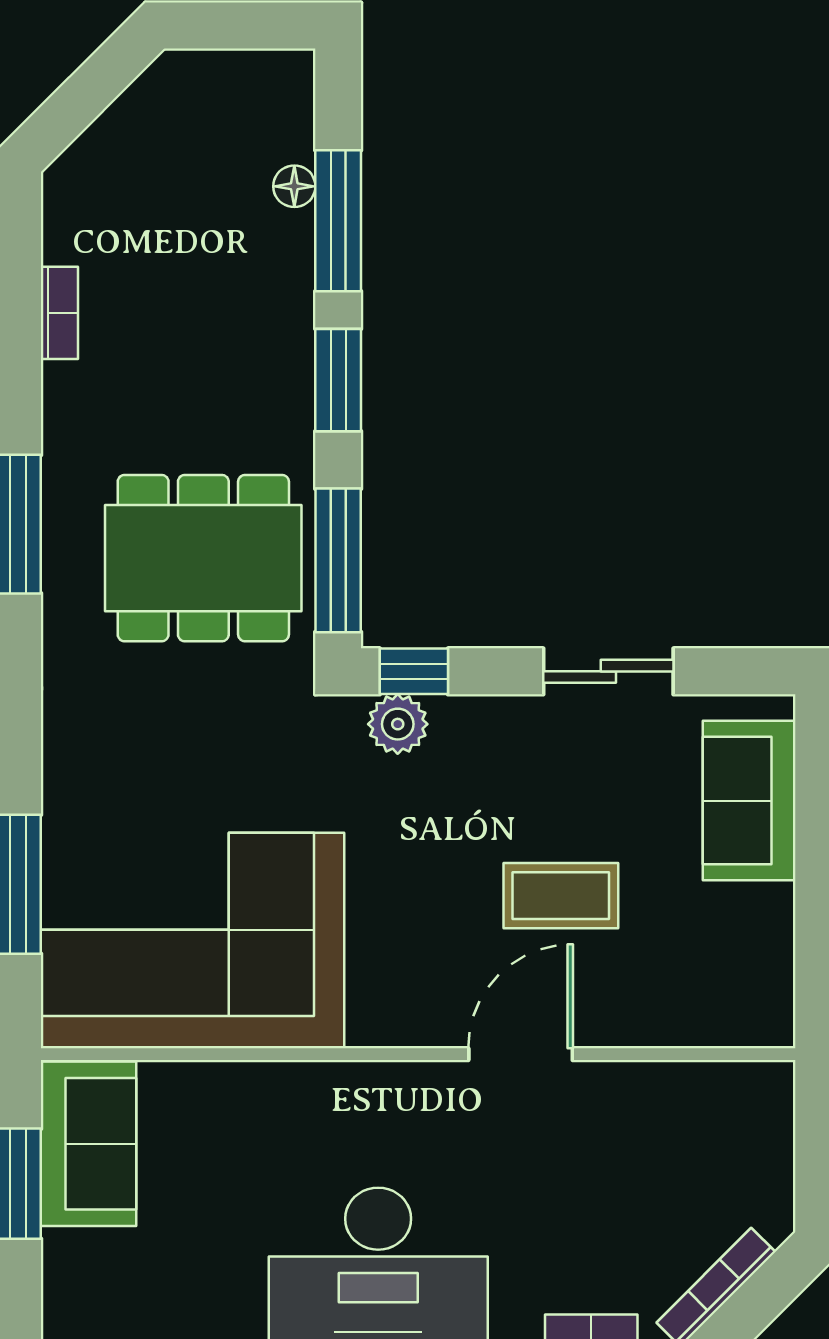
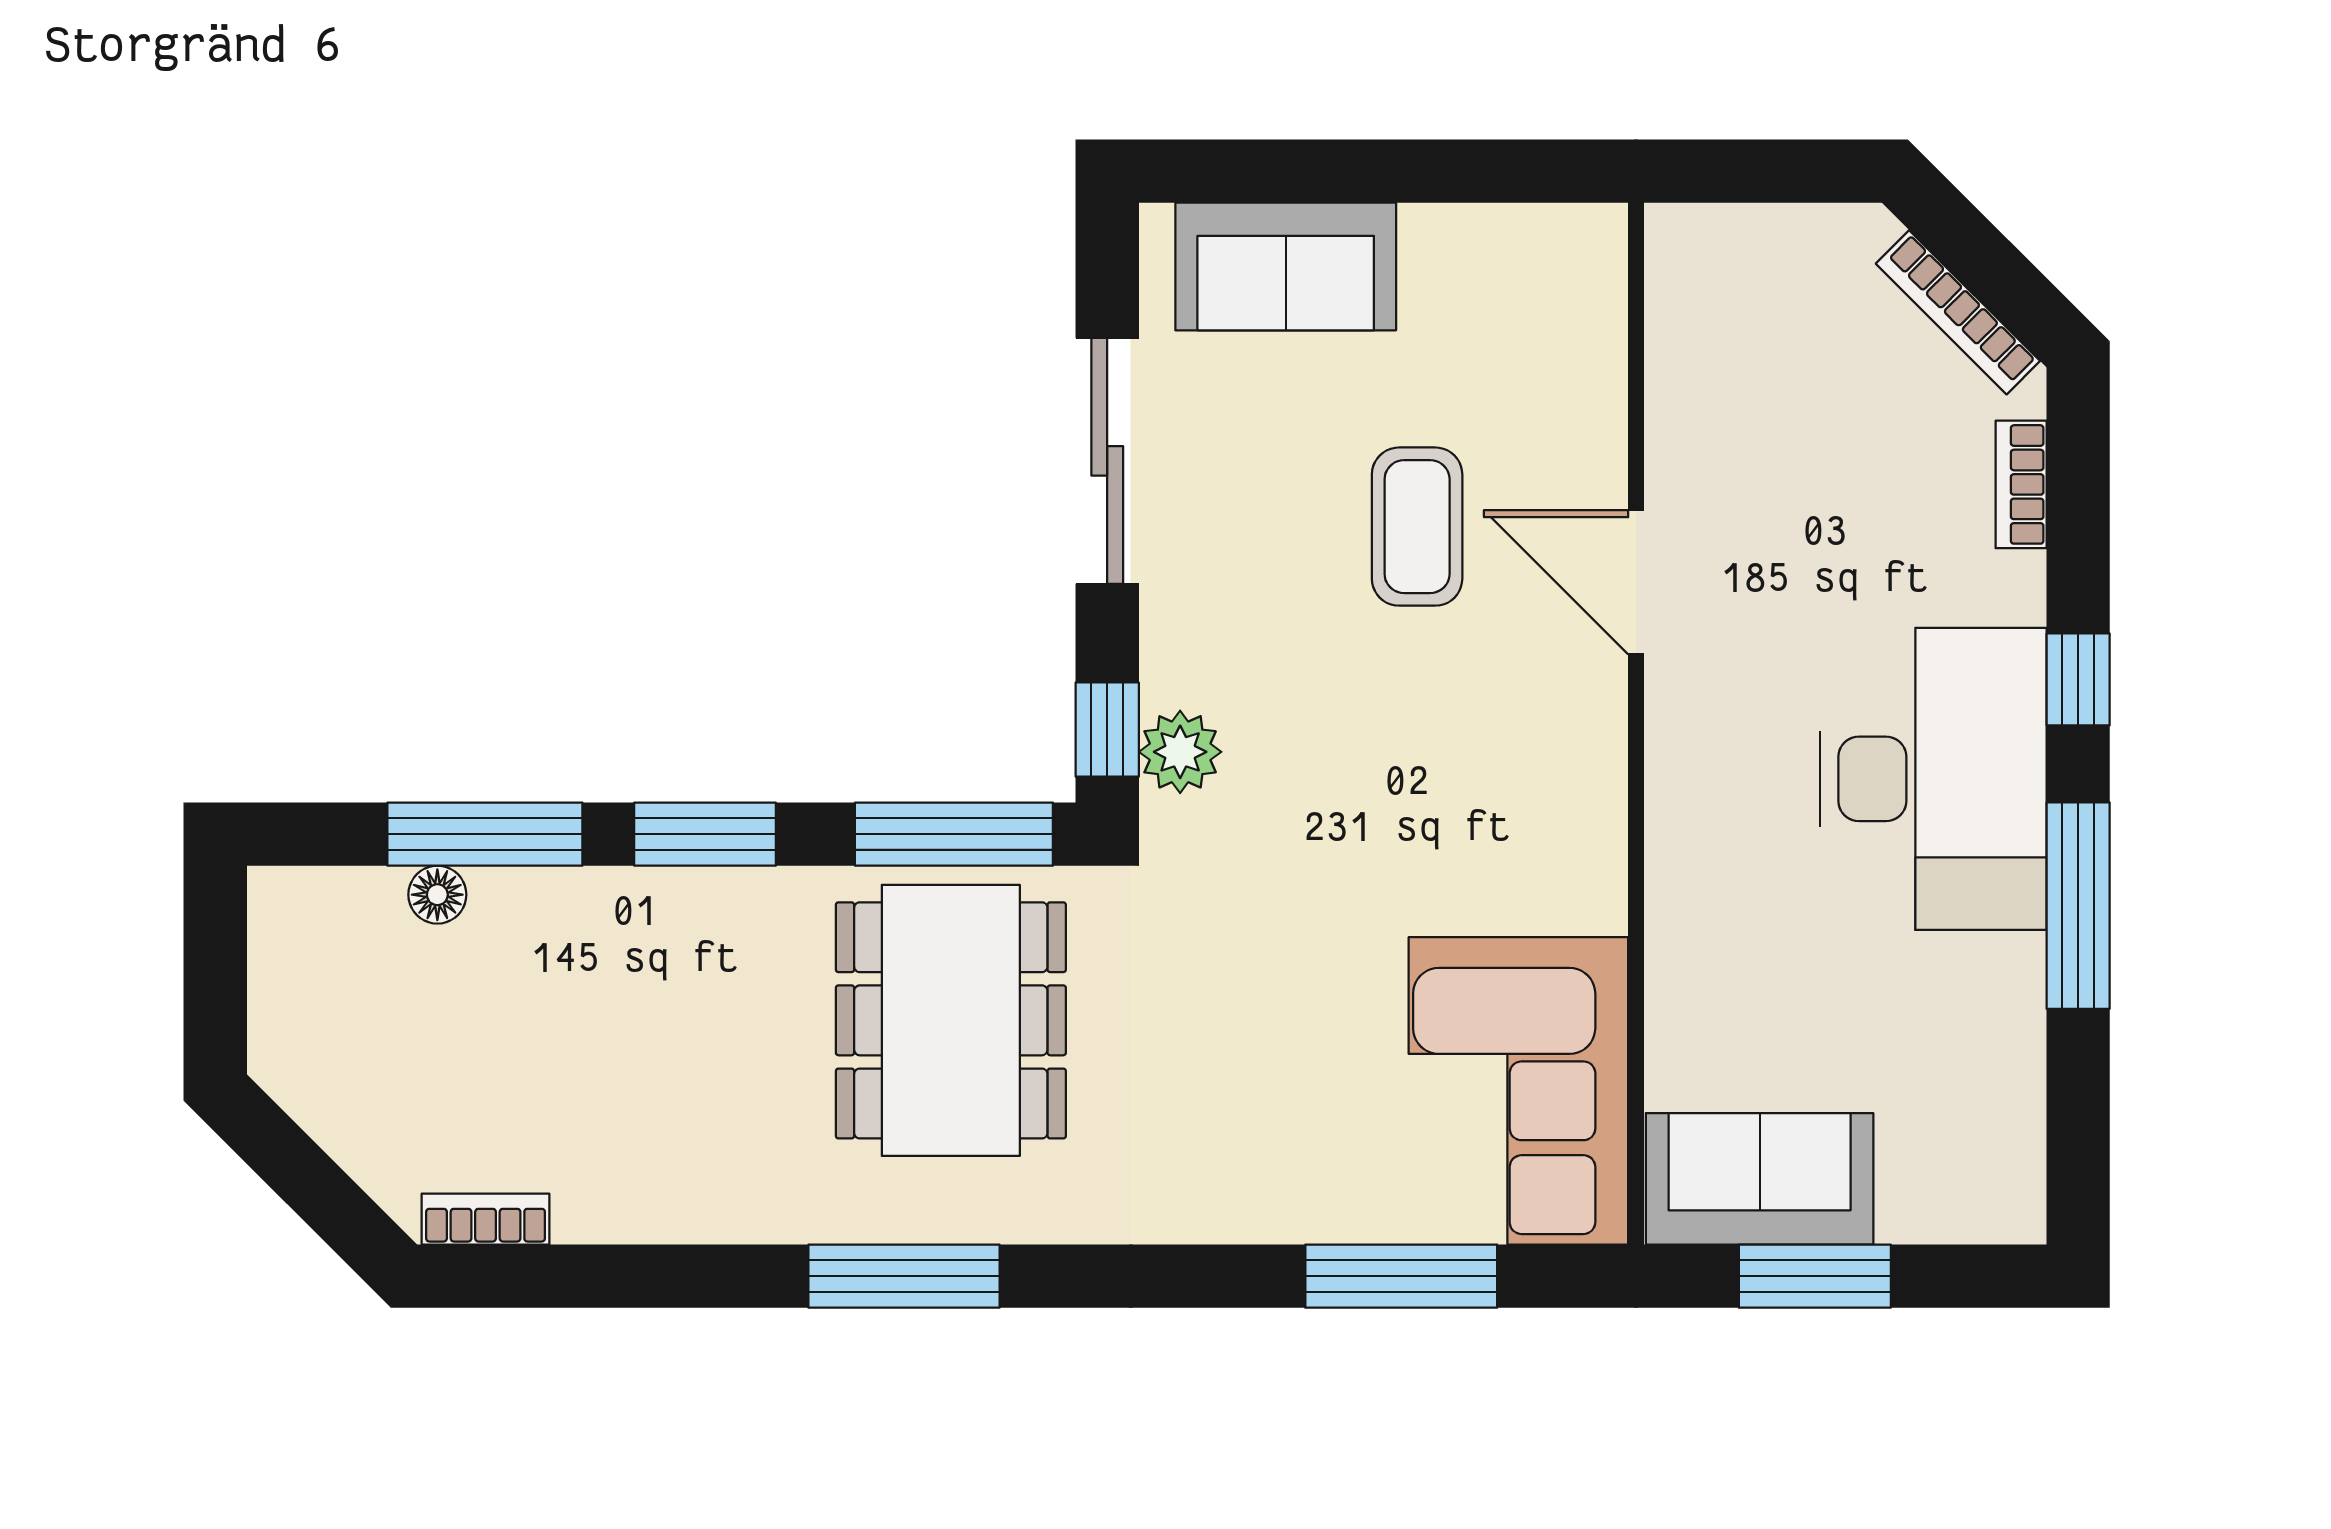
bookcase: (59, 313) -> (486, 1219), moved
sliding door: (608, 671) -> (1107, 461), width x1.37
corner sofa: (193, 941) -> (1518, 1091), width x0.73, depth x0.74

